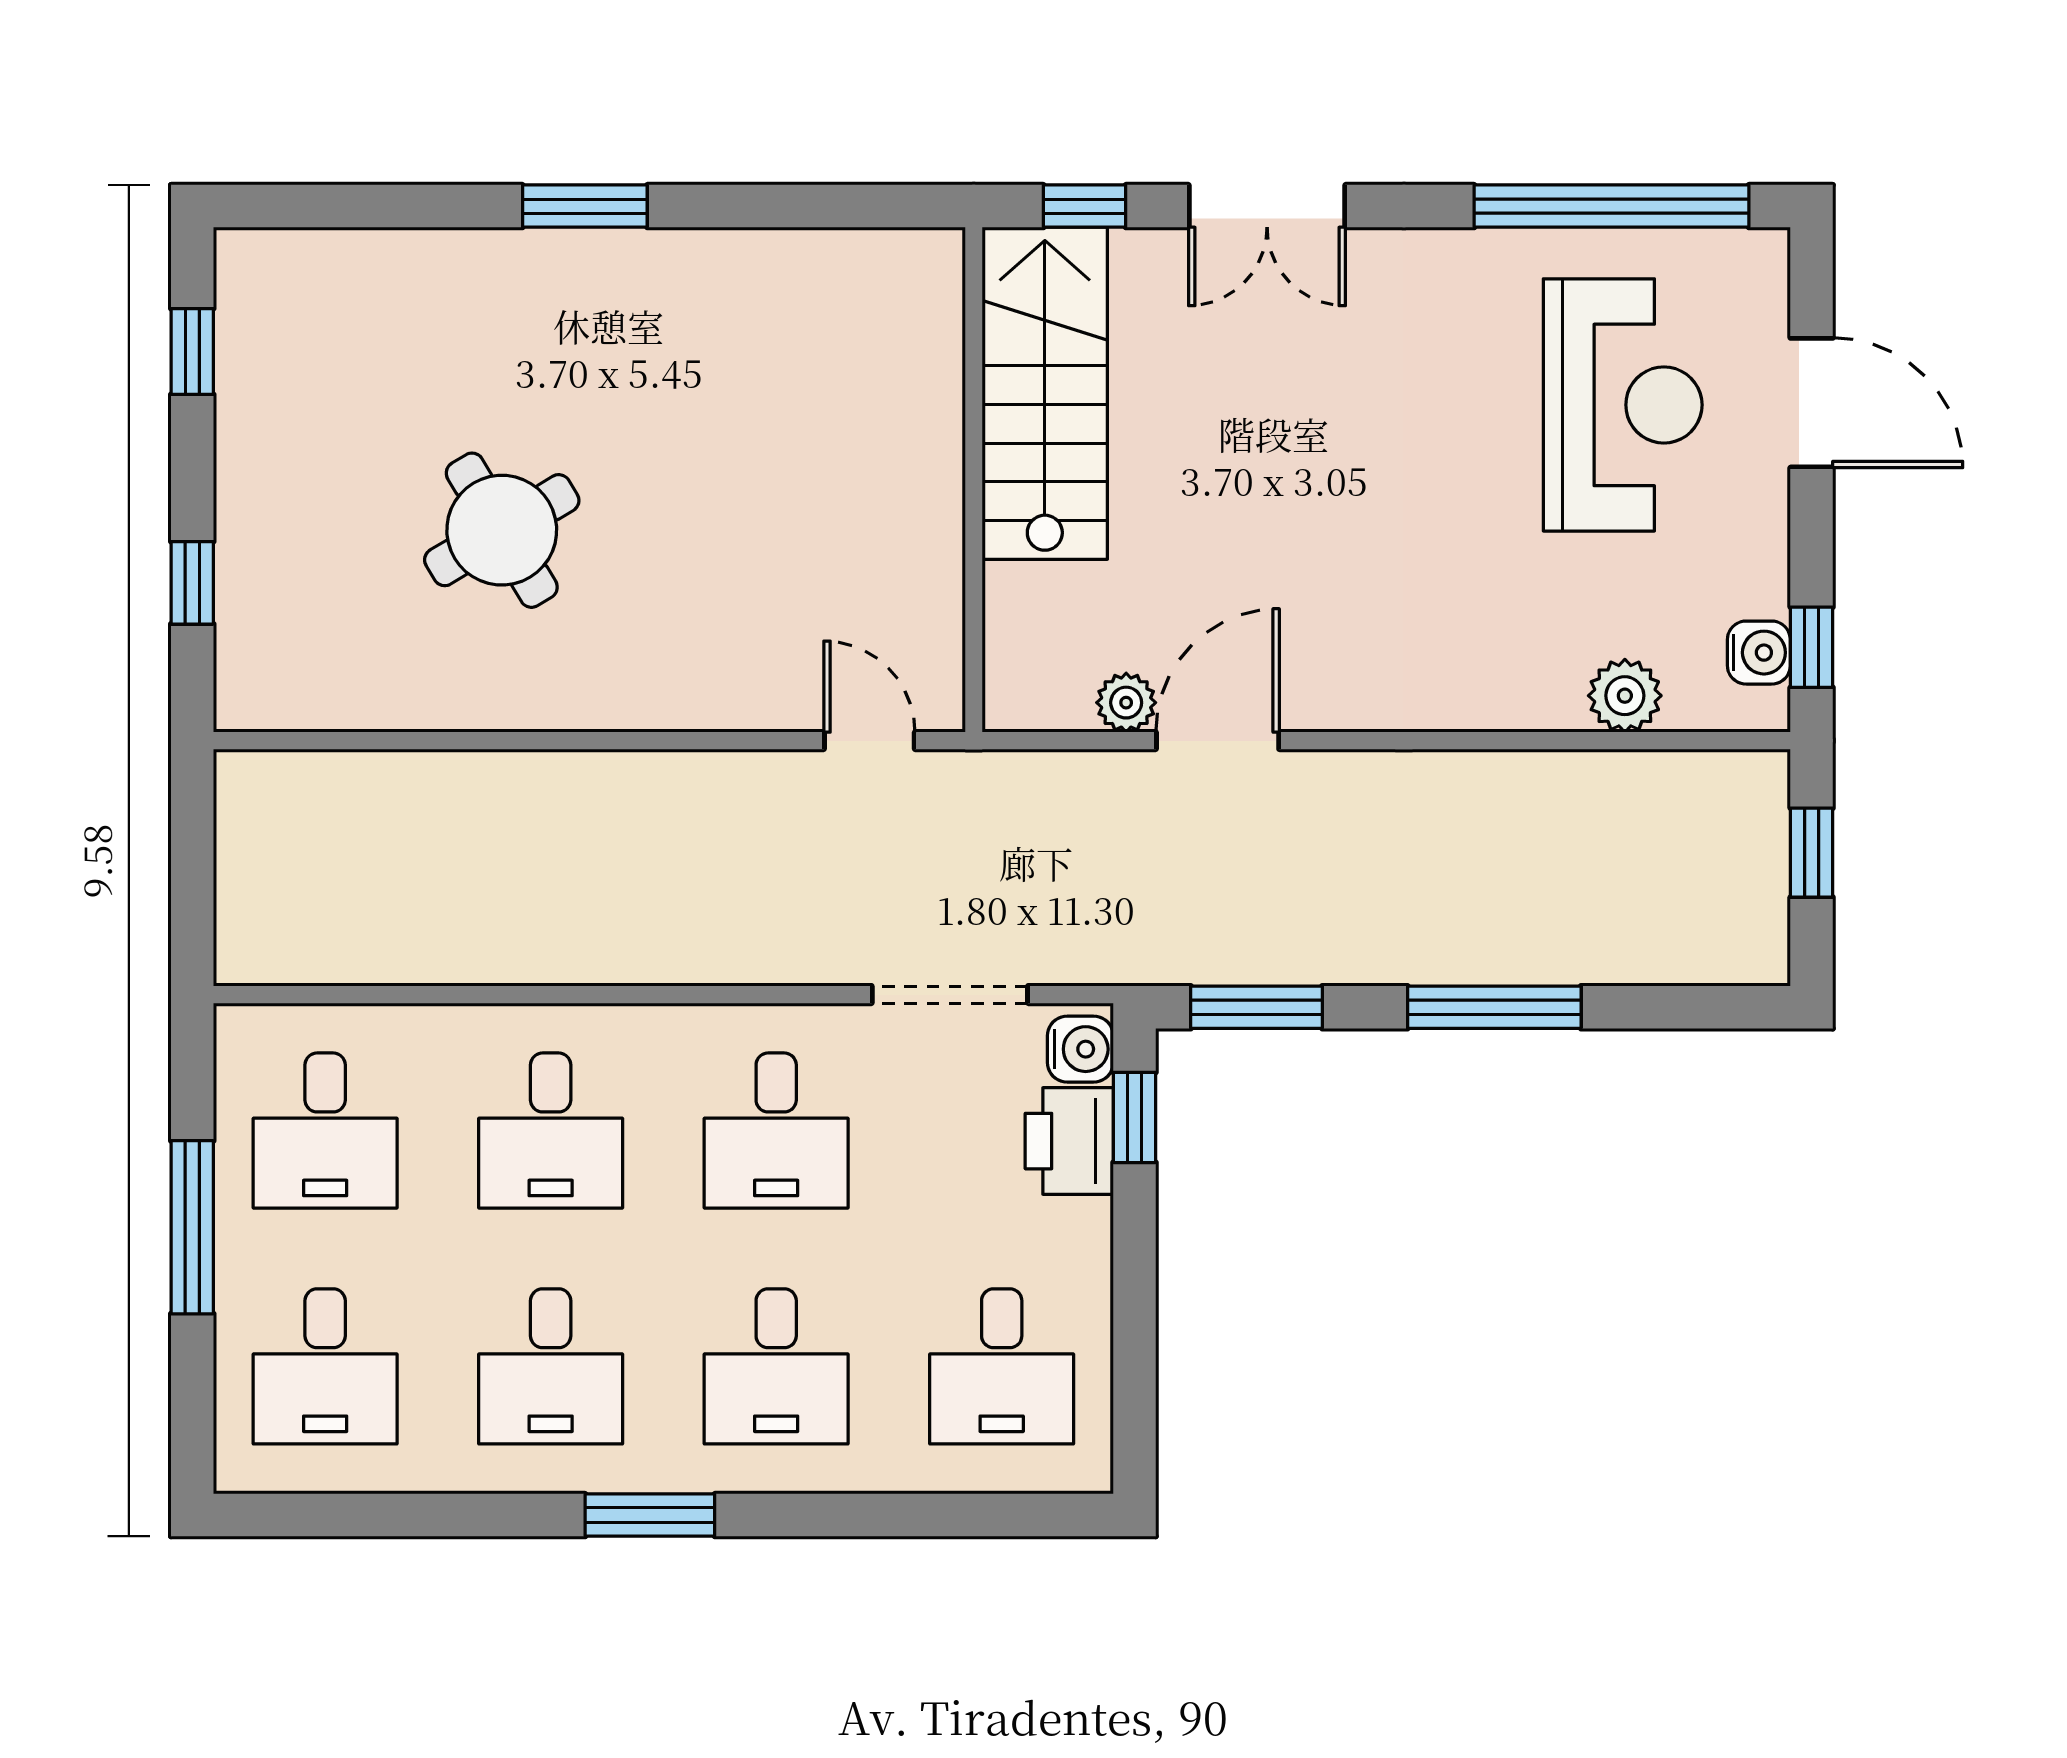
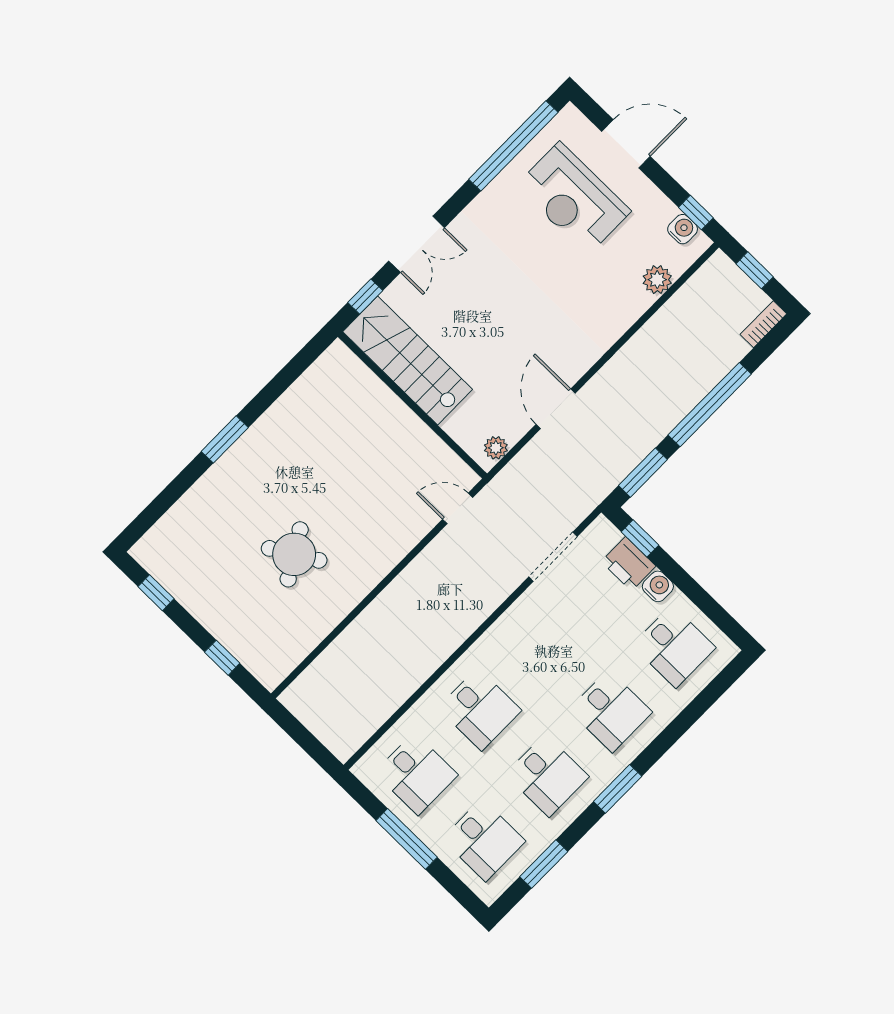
reception desk: (1623, 405) -> (573, 198), turned 180
plant: (1126, 703) -> (496, 448), moved
bookcase: (1731, 962) -> (763, 324), added
window: (1494, 1007) -> (710, 405), width x1.46
water cooler: (1080, 1049) -> (658, 586), moved
desk: (776, 1131) -> (543, 645), removed
window: (387, 1515) -> (544, 864), added

